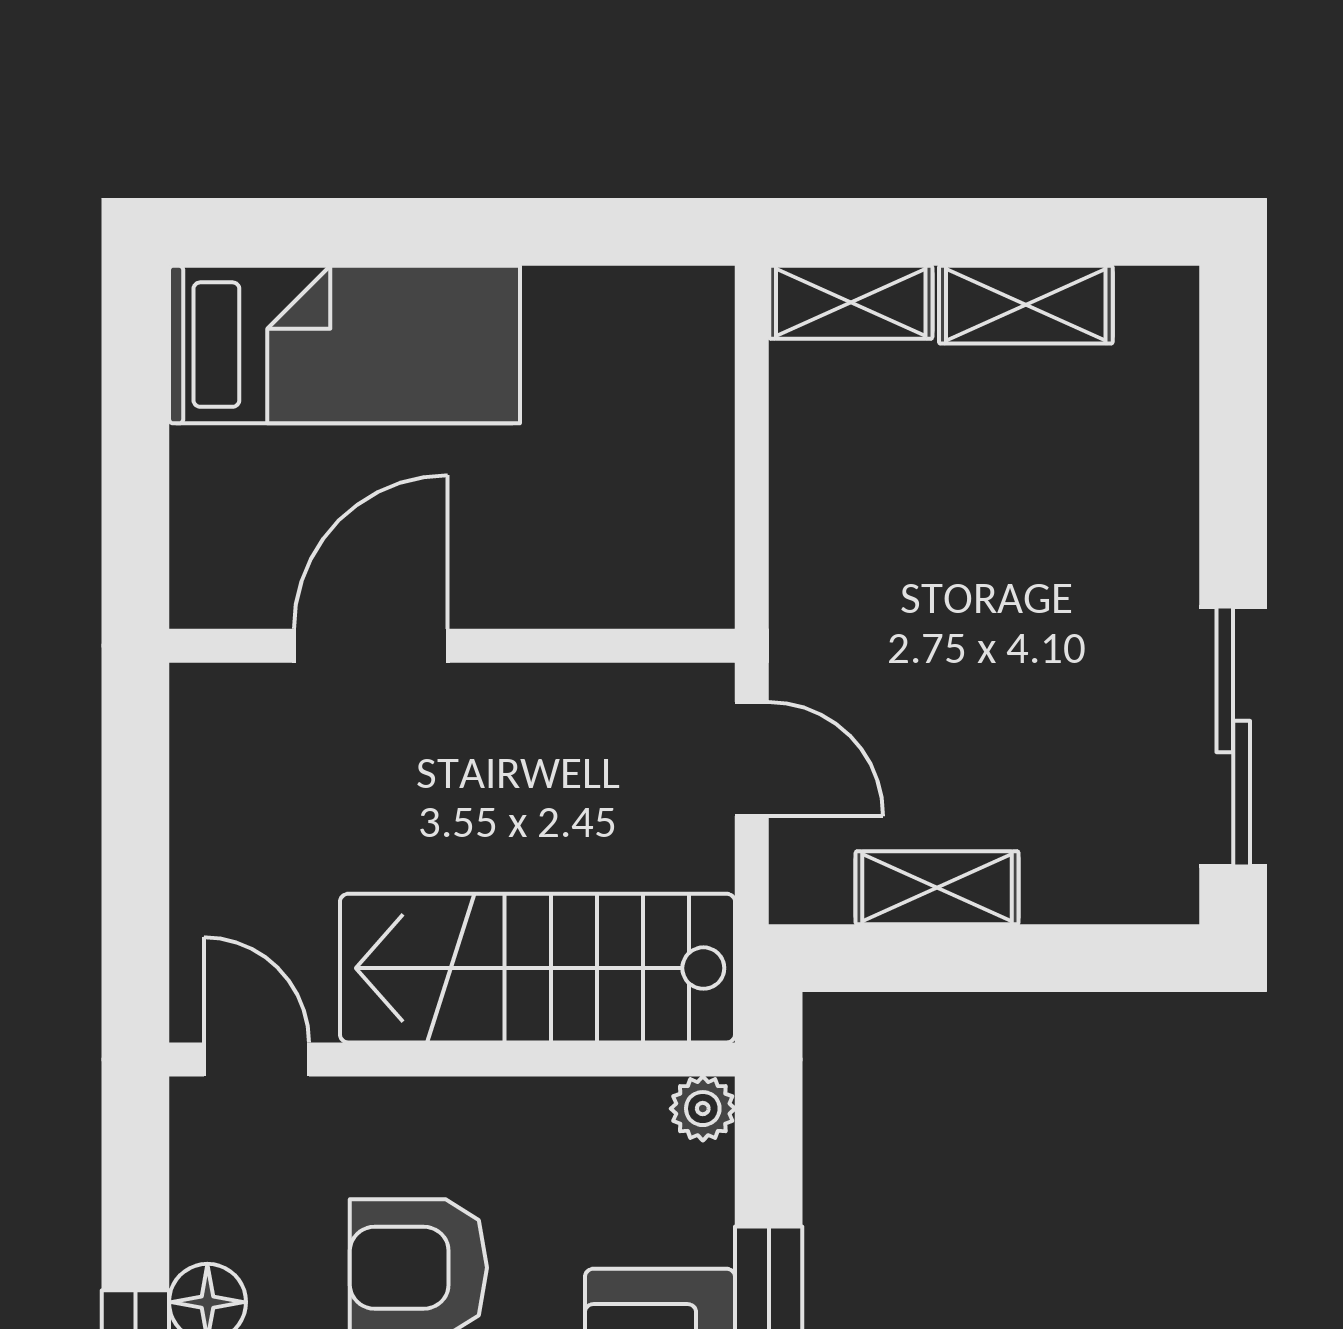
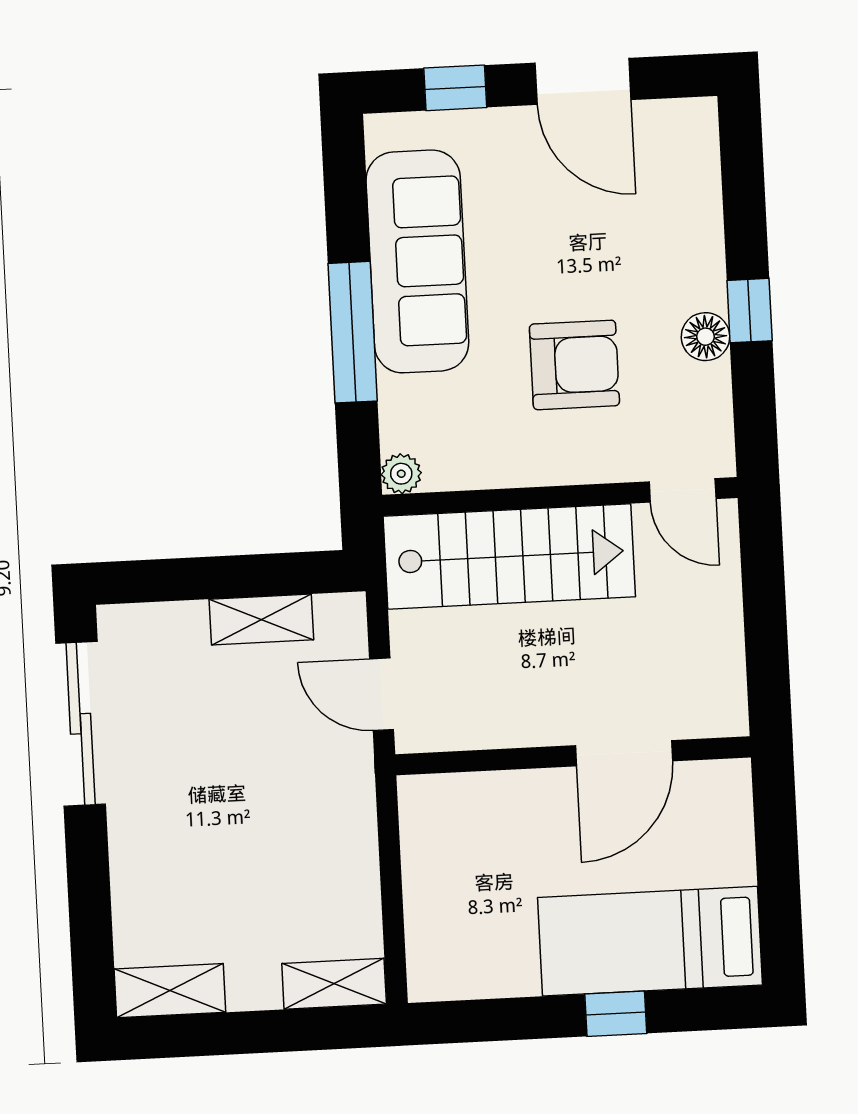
window: (405, 232) -> (616, 1014), added
shelving: (1026, 305) -> (170, 991), moved

